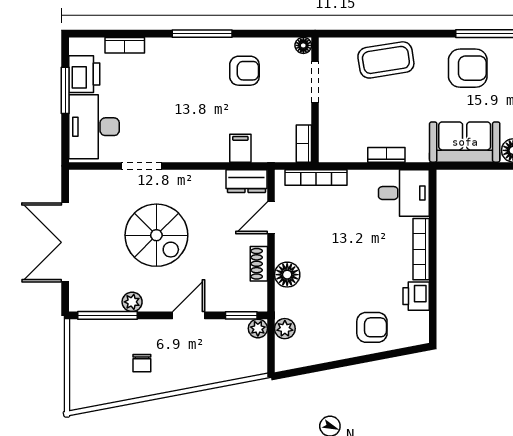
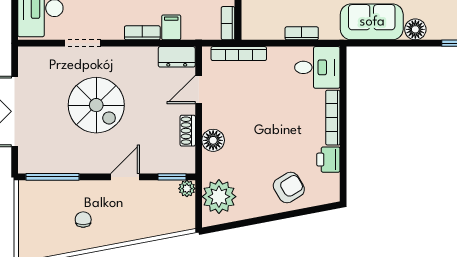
bookcase: (208, 154) -> (142, 33), added
plant: (132, 302) -> (74, 165), removed
armchair: (372, 327) -> (289, 187), turned -31
plant: (285, 329) -> (219, 197), width x1.87, depth x1.87
chair: (142, 363) -> (83, 220), turned 180

